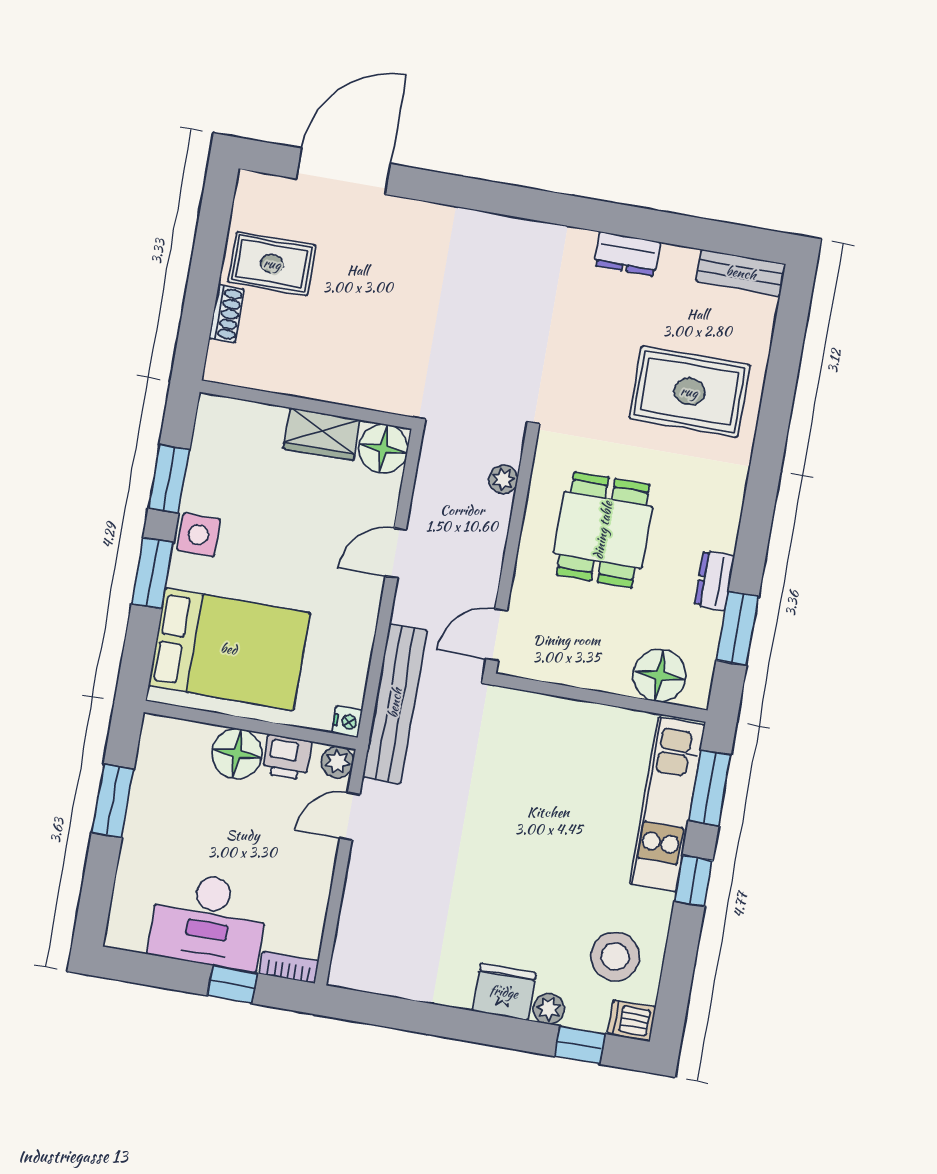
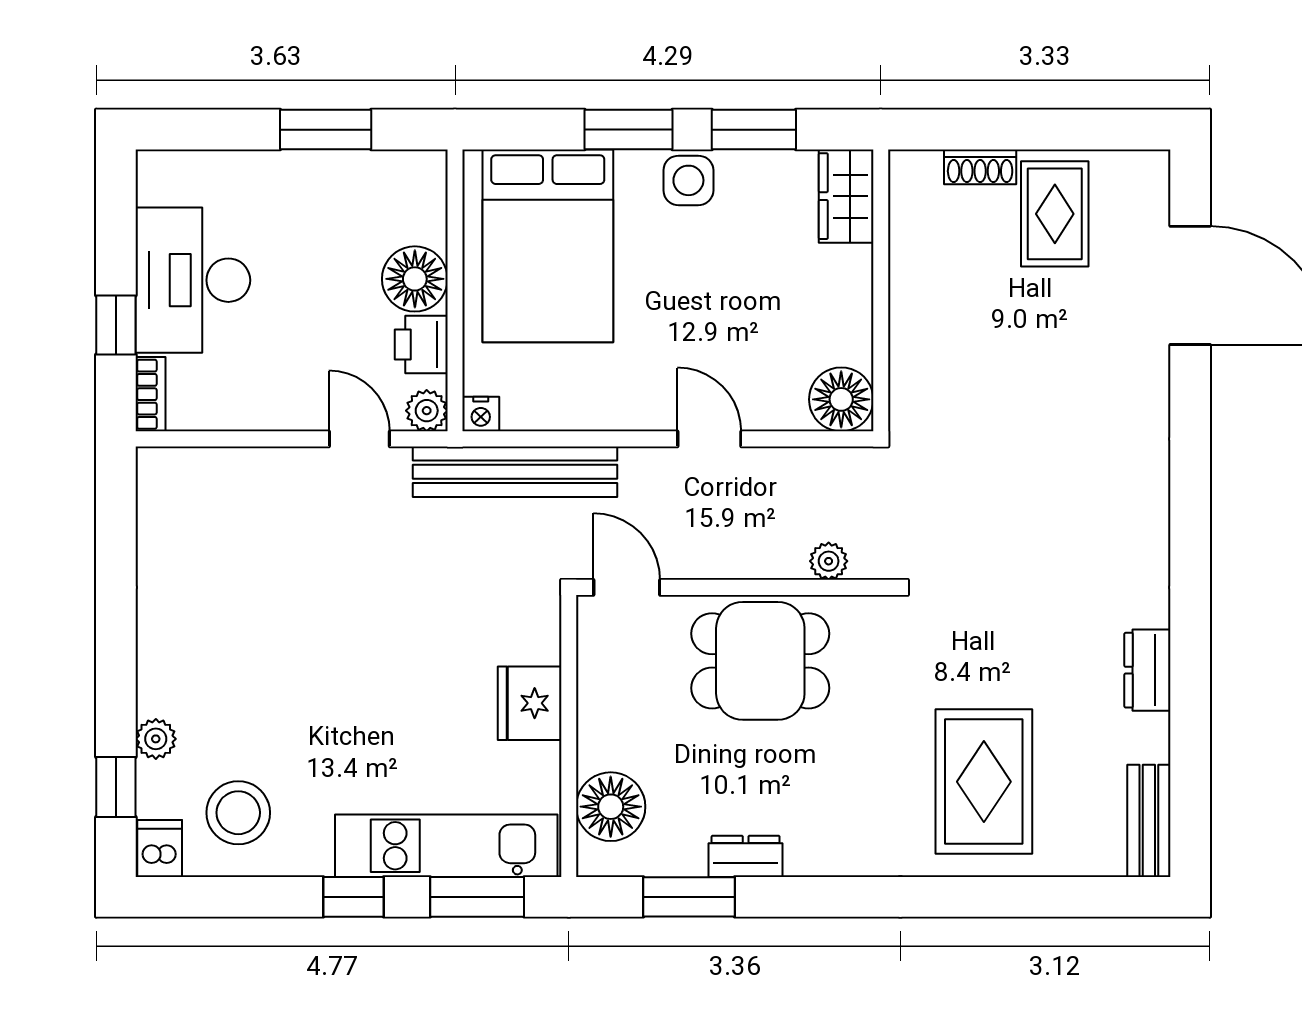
wardrobe: (322, 434) -> (846, 196), moved
dining table: (603, 530) -> (760, 661), moved
fridge: (504, 992) -> (530, 703), moved, turned 180

